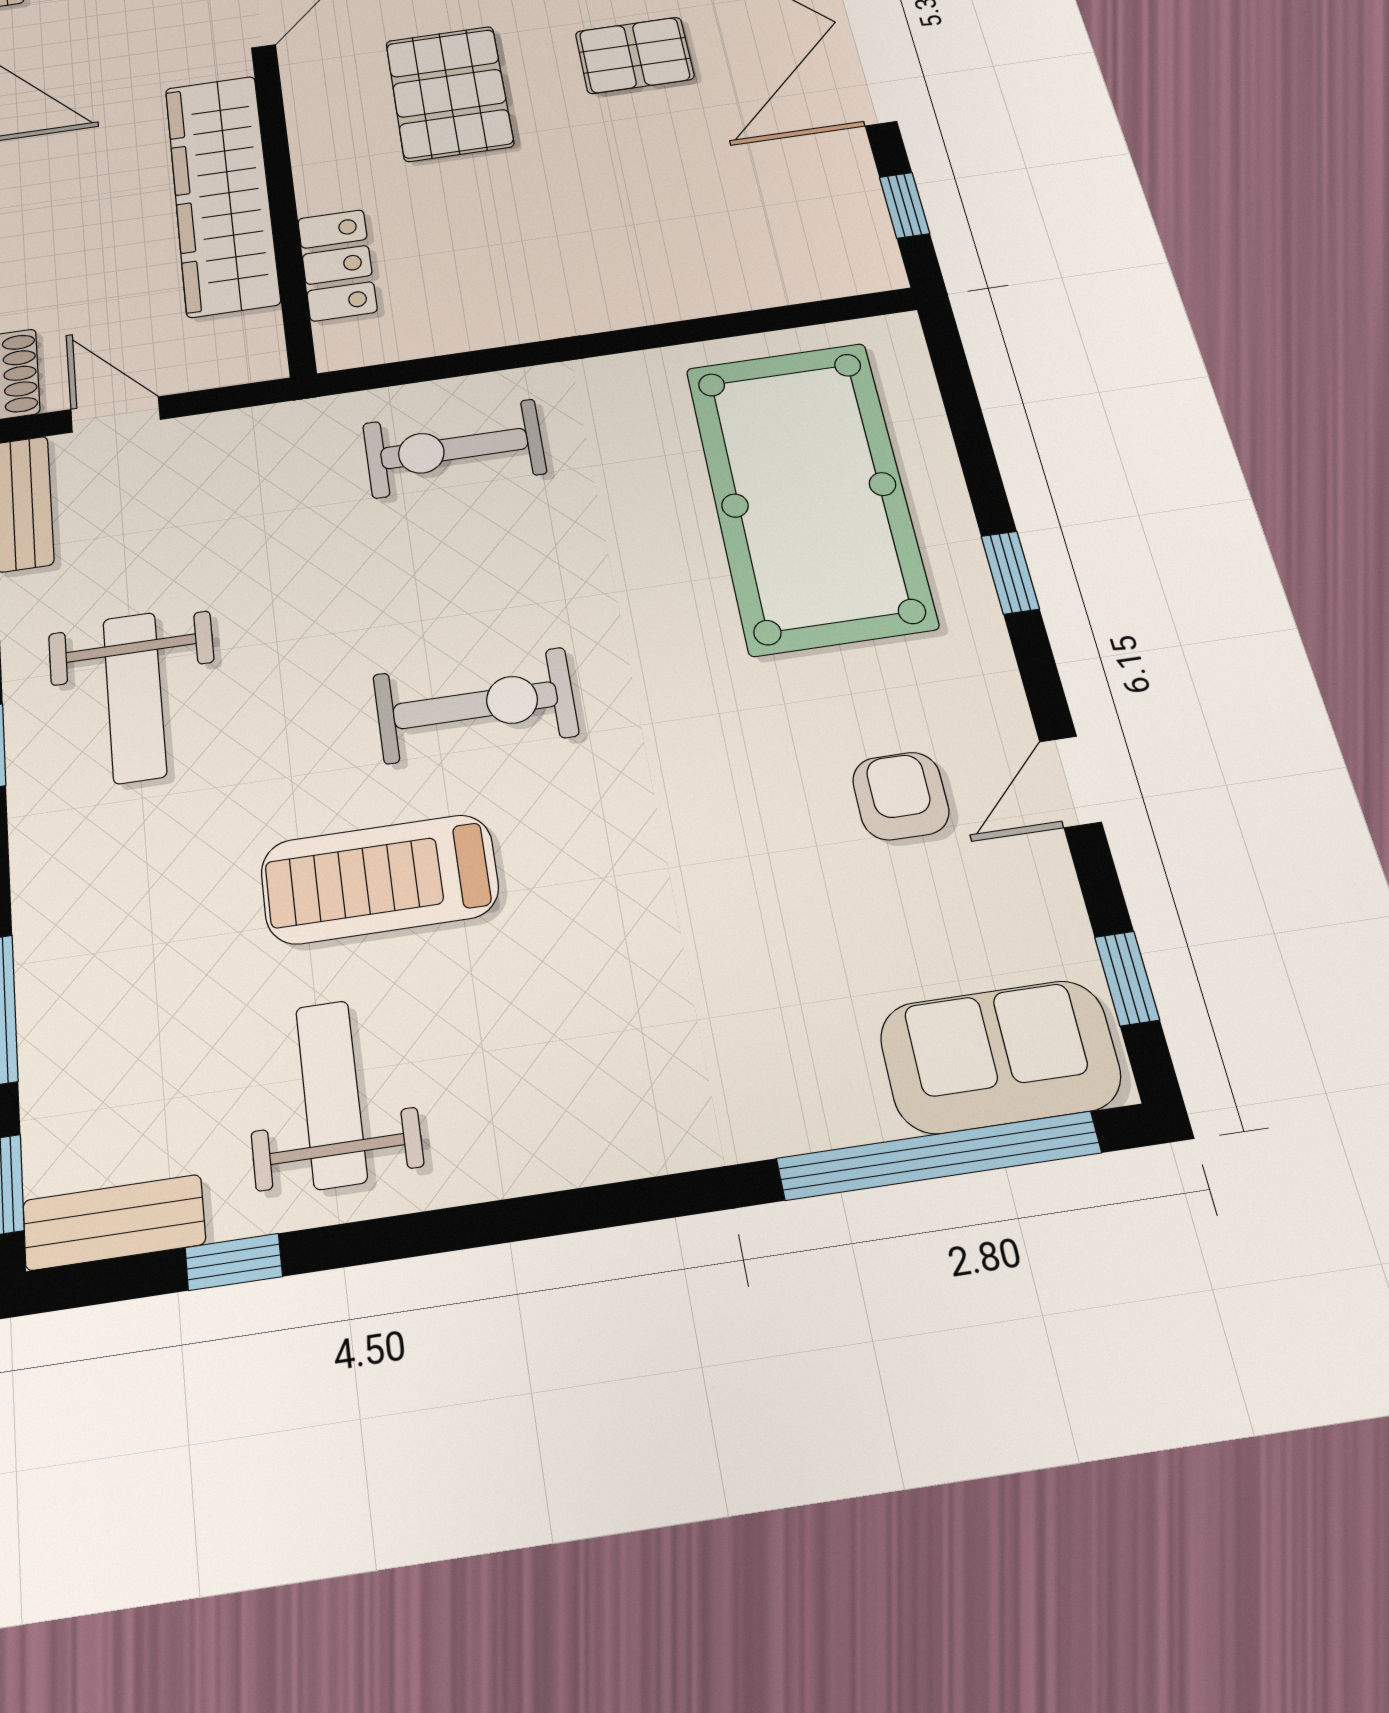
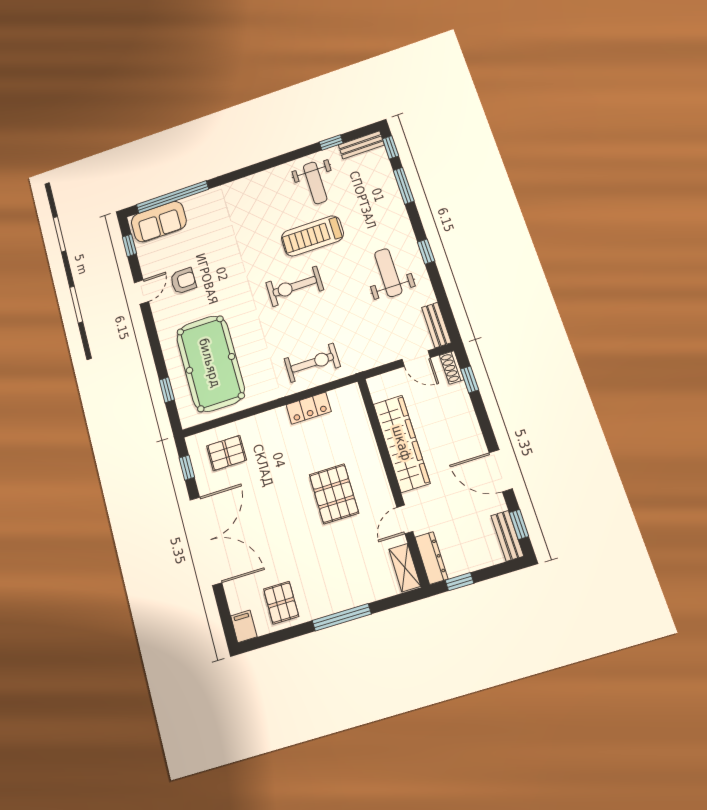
pallet: (635, 55) -> (227, 453), moved
locker: (337, 265) -> (309, 408), moved, turned -90
window: (1010, 572) -> (167, 390), moved
armchair: (901, 796) -> (183, 281), turned -91
treadmill: (379, 879) -> (312, 236), turned 180

